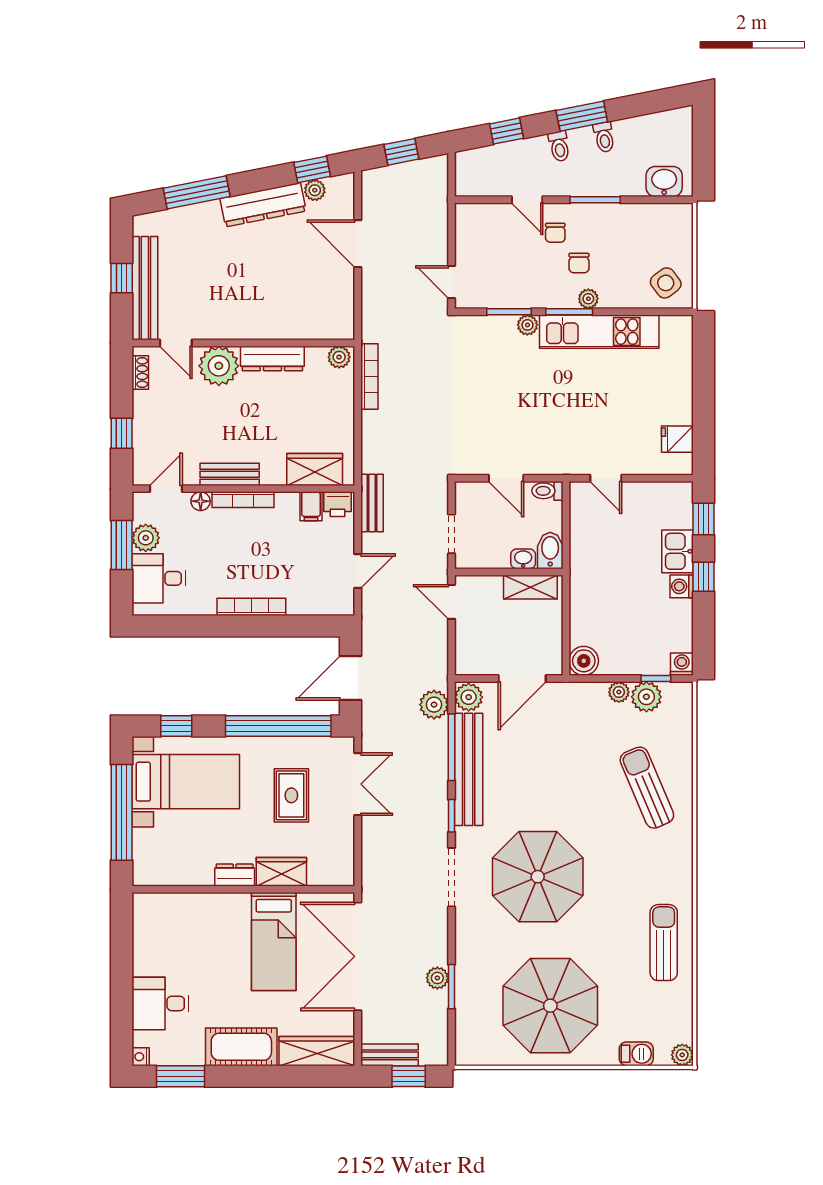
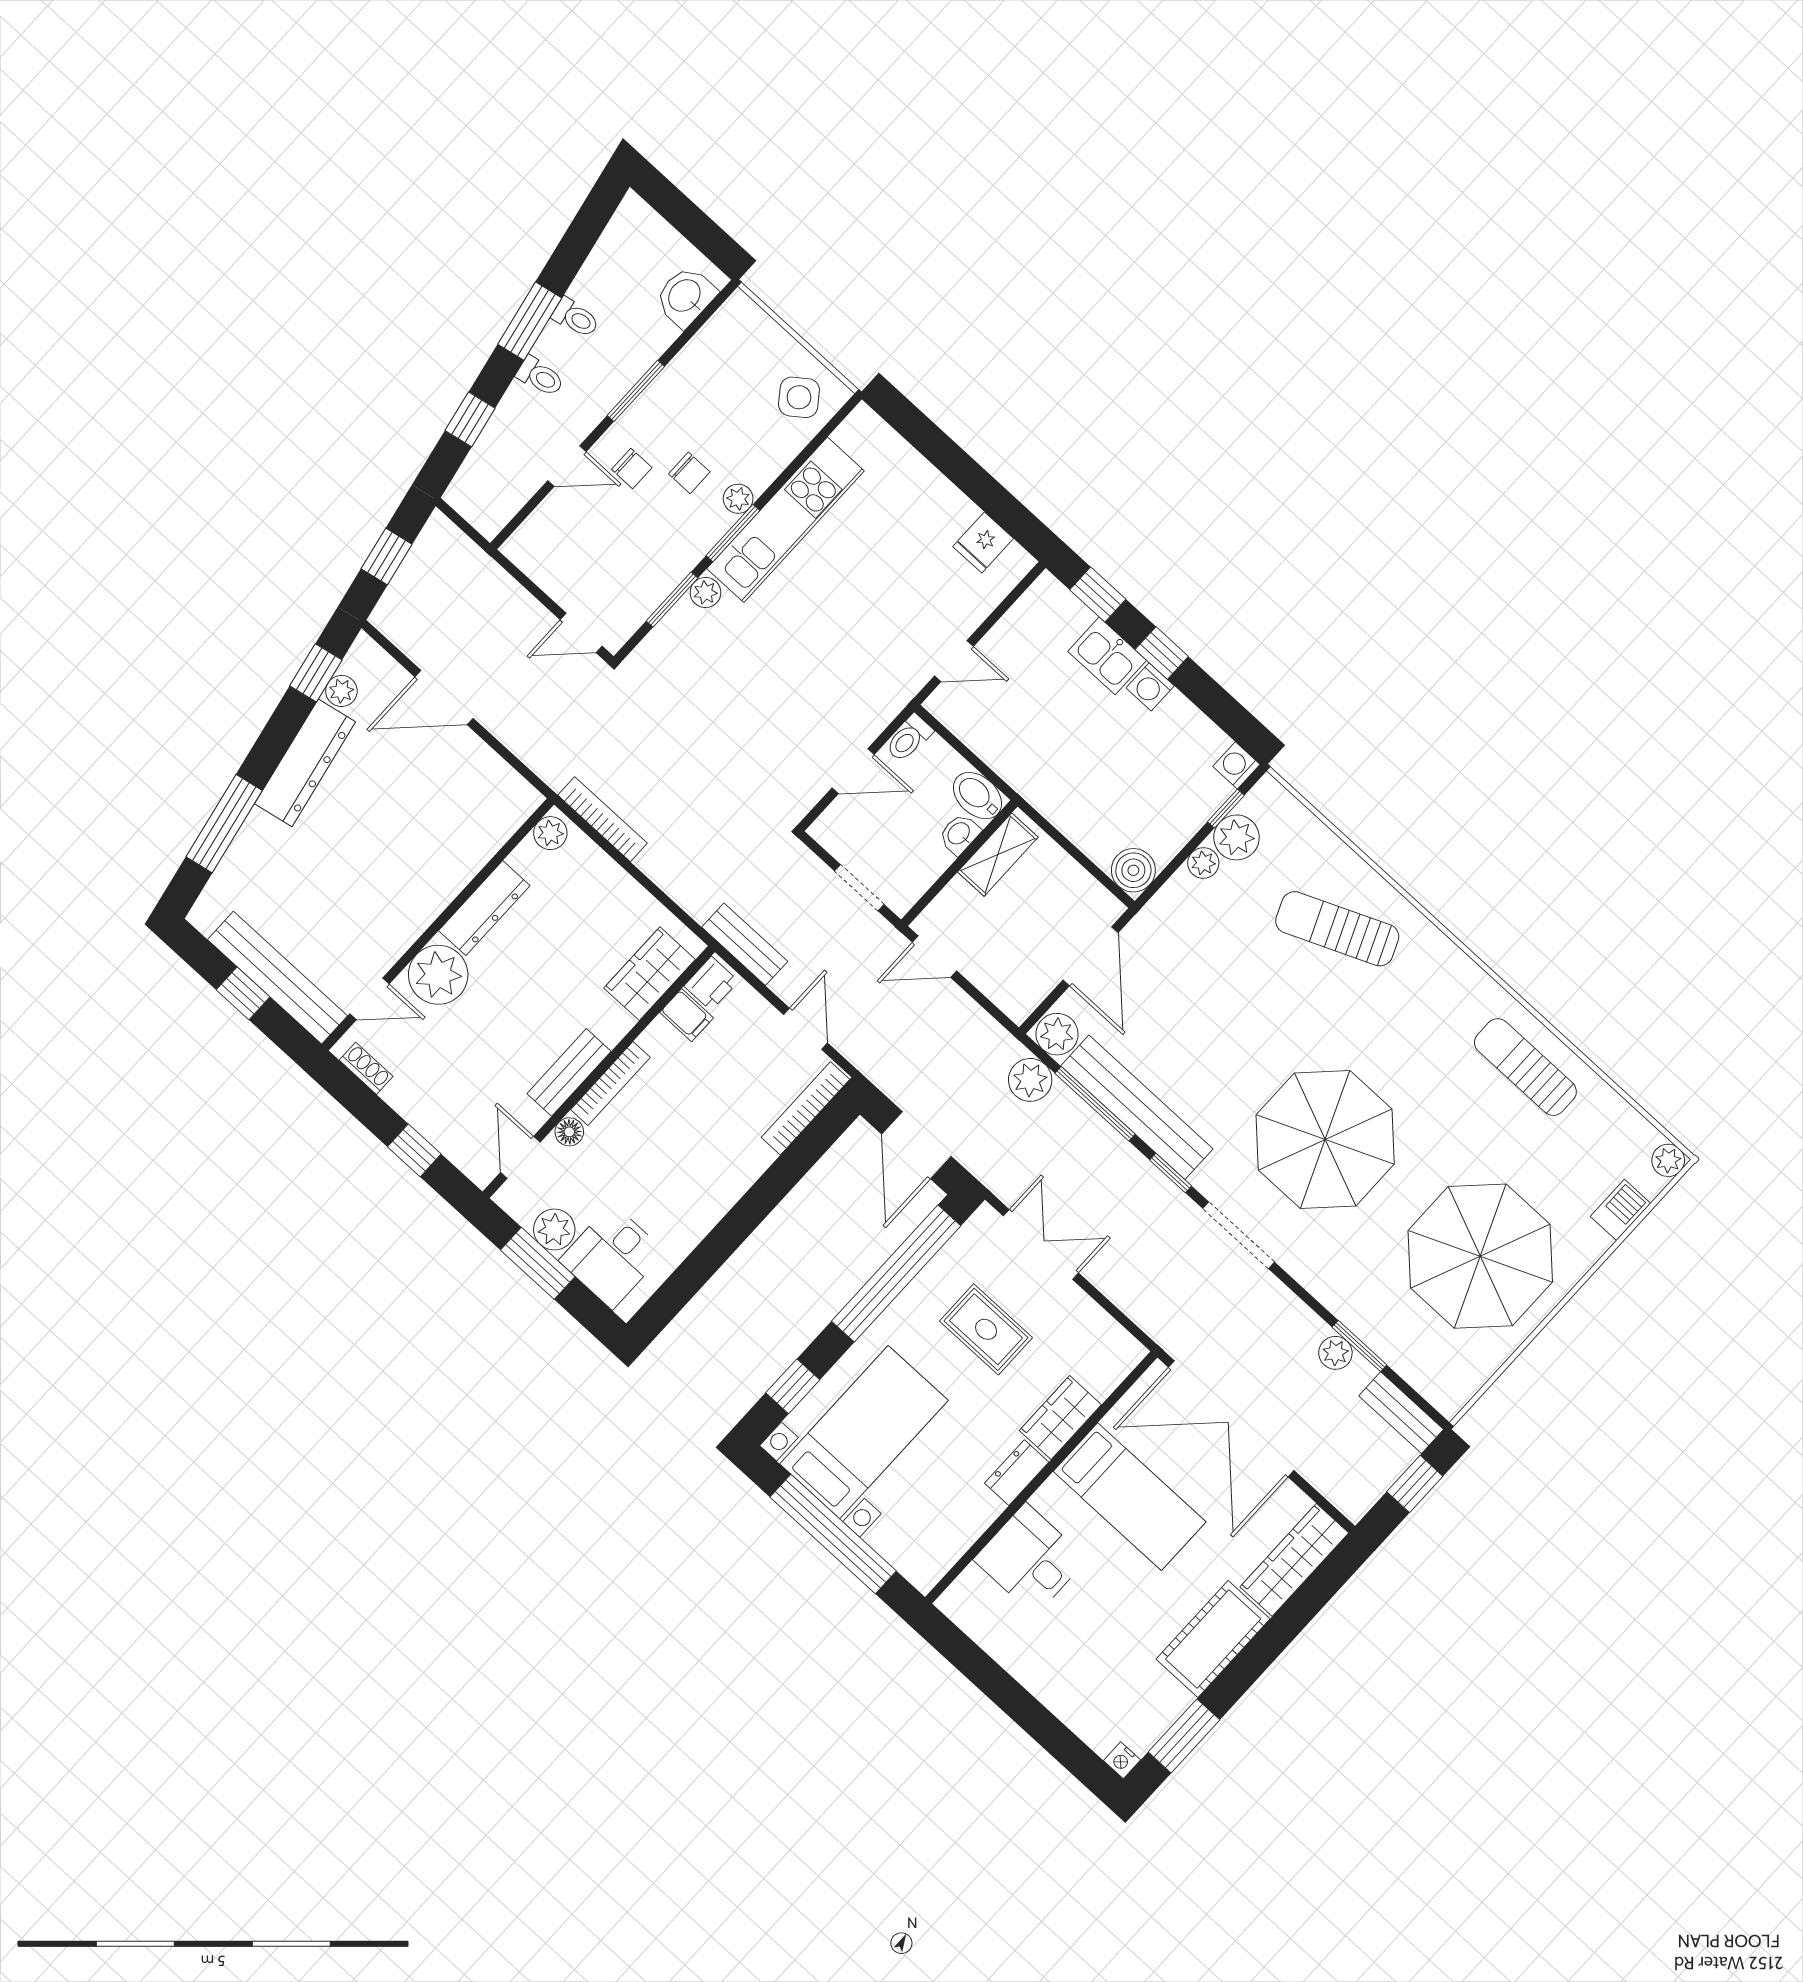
bookcase: (251, 607) -> (805, 1108), moved
desk: (160, 1003) -> (1030, 1559), moved, turned 90
bench: (390, 1055) -> (1401, 1413), moved, turned 90

